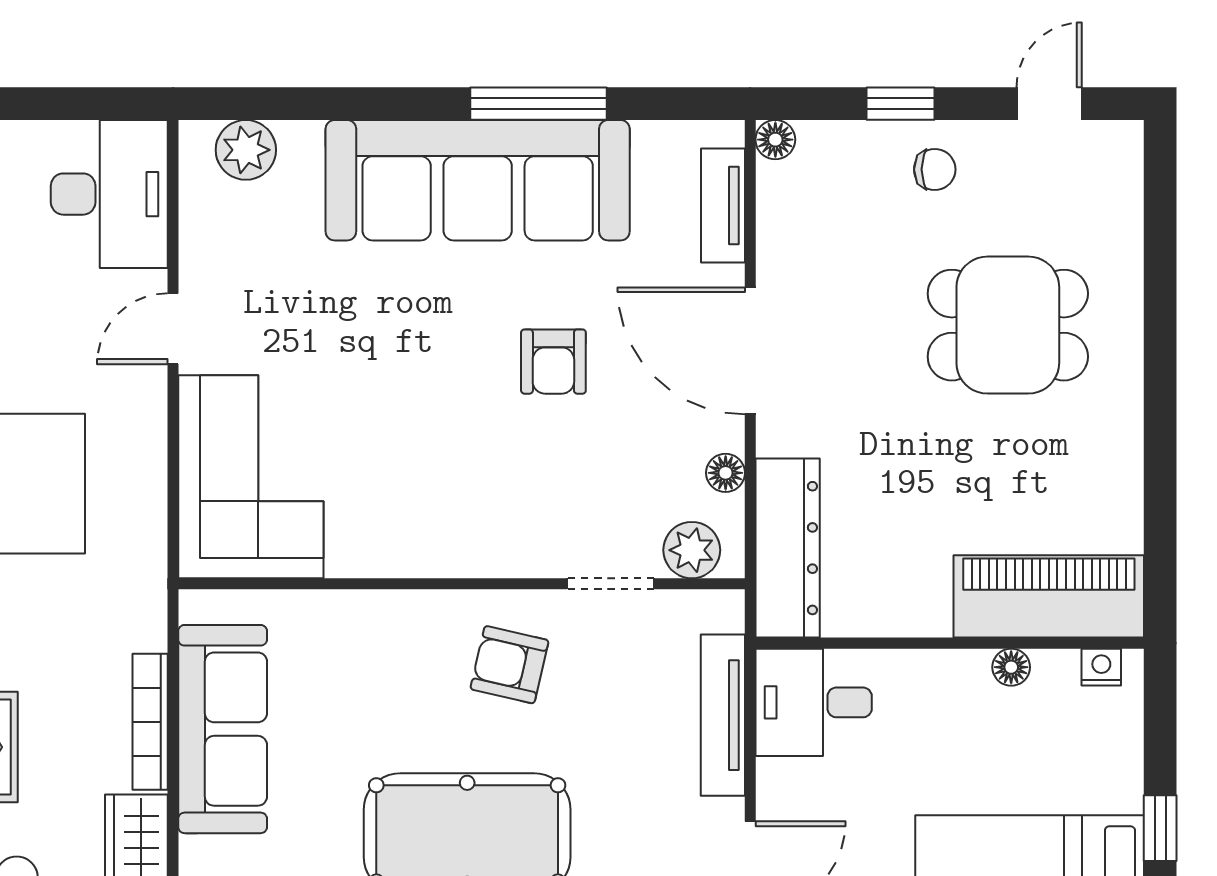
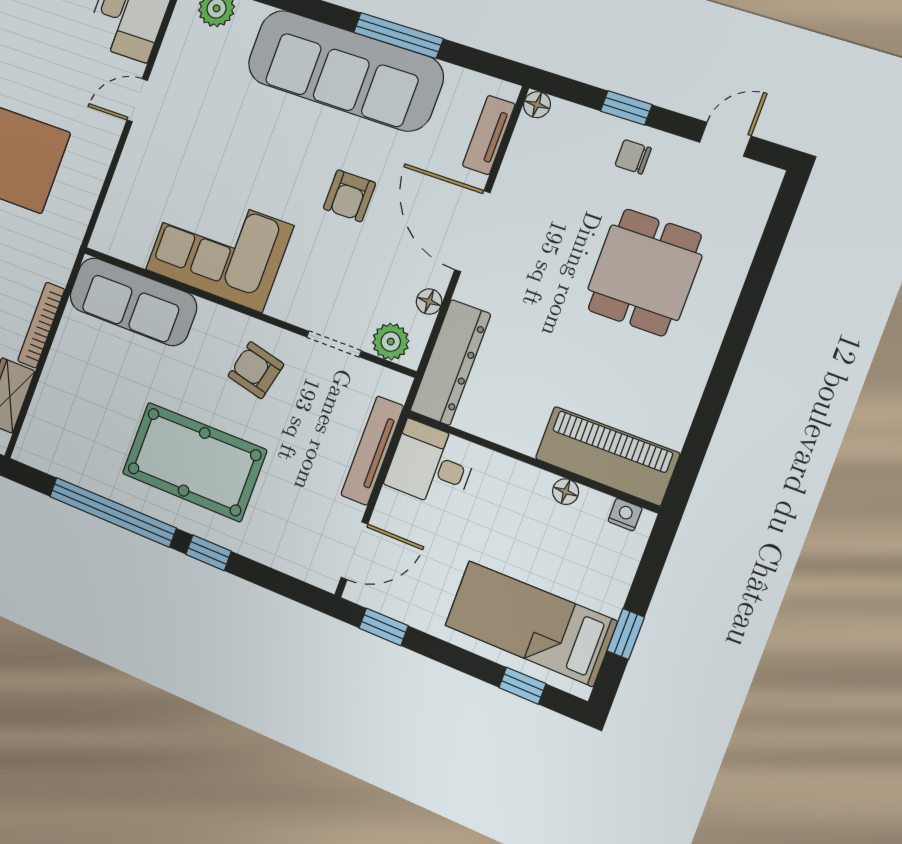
chair: (935, 169) -> (633, 157), turned 180
dining table: (1008, 325) -> (645, 272), turned 90
corner sofa: (251, 477) -> (219, 248), moved, turned -90
sofa: (223, 729) -> (133, 302), moved, turned 90

